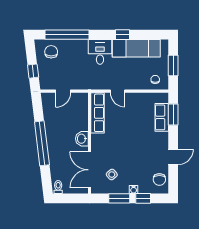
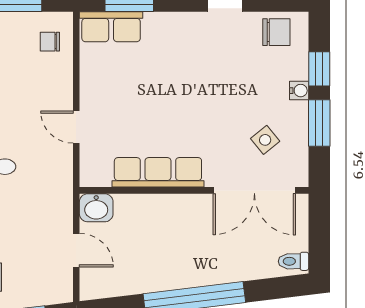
door: (117, 91) -> (76, 127), swing flipped
row of seats: (97, 113) -> (158, 172), moved
row of seats: (162, 117) -> (111, 27), moved
washbasin: (82, 139) -> (96, 208), moved

